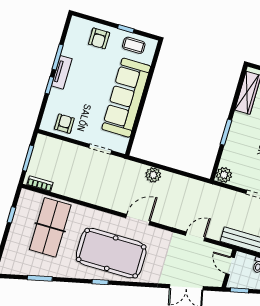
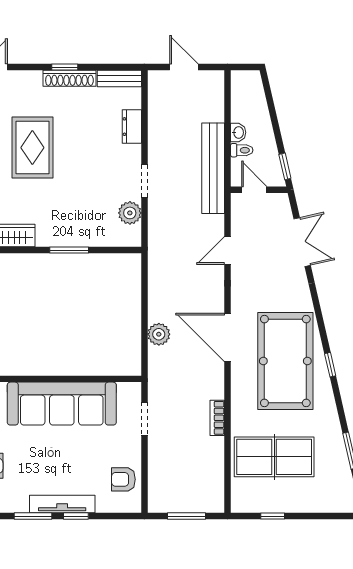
tv unit: (62, 72) -> (62, 504), width x1.41
plant: (224, 175) -> (130, 213), moved
bookcase: (40, 184) -> (217, 418), moved
door: (138, 220) -> (228, 337), width x1.36
door: (195, 236) -> (228, 250), hinge flipped
door: (230, 266) -> (254, 190), swing flipped

